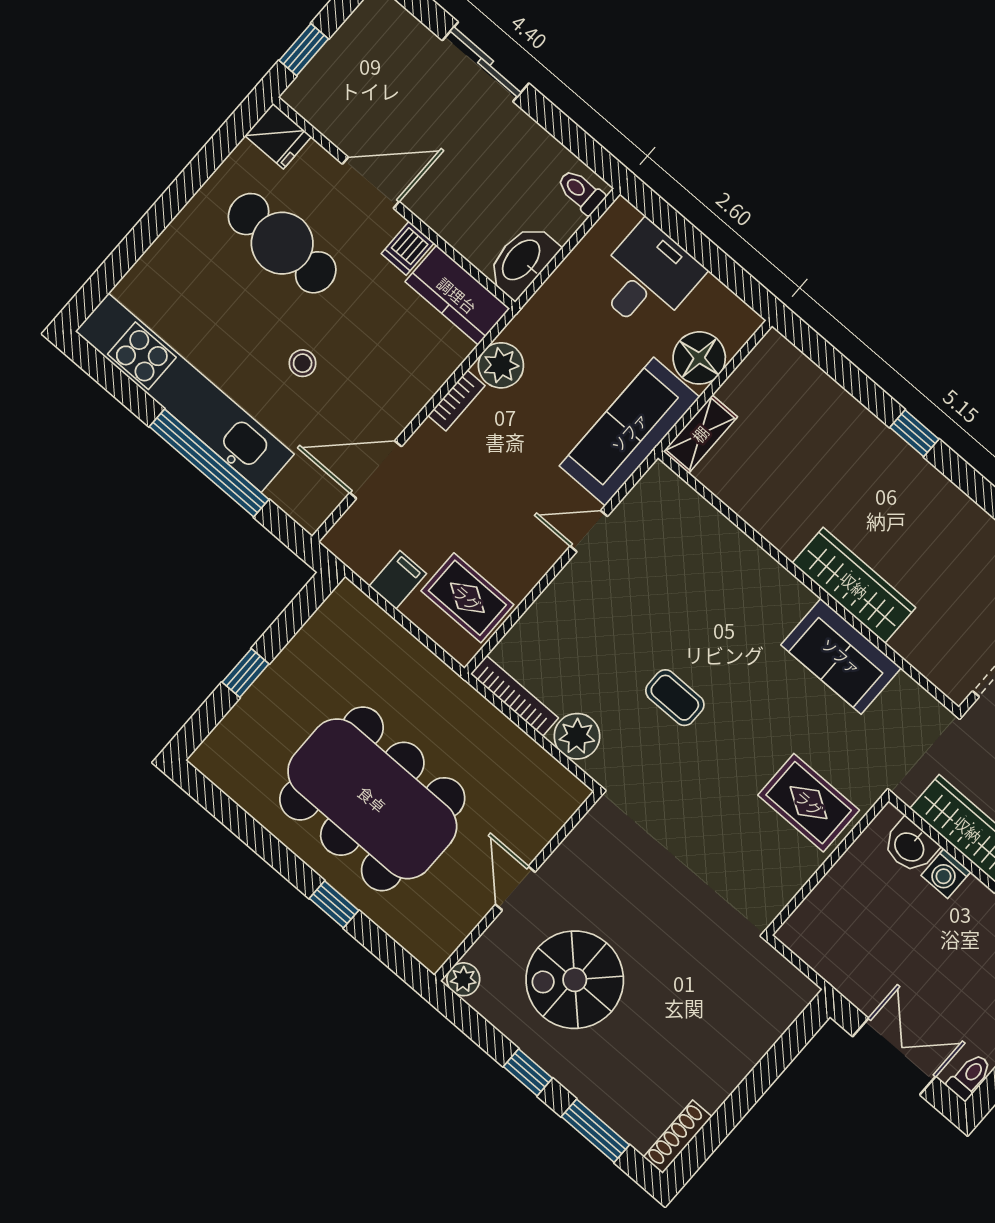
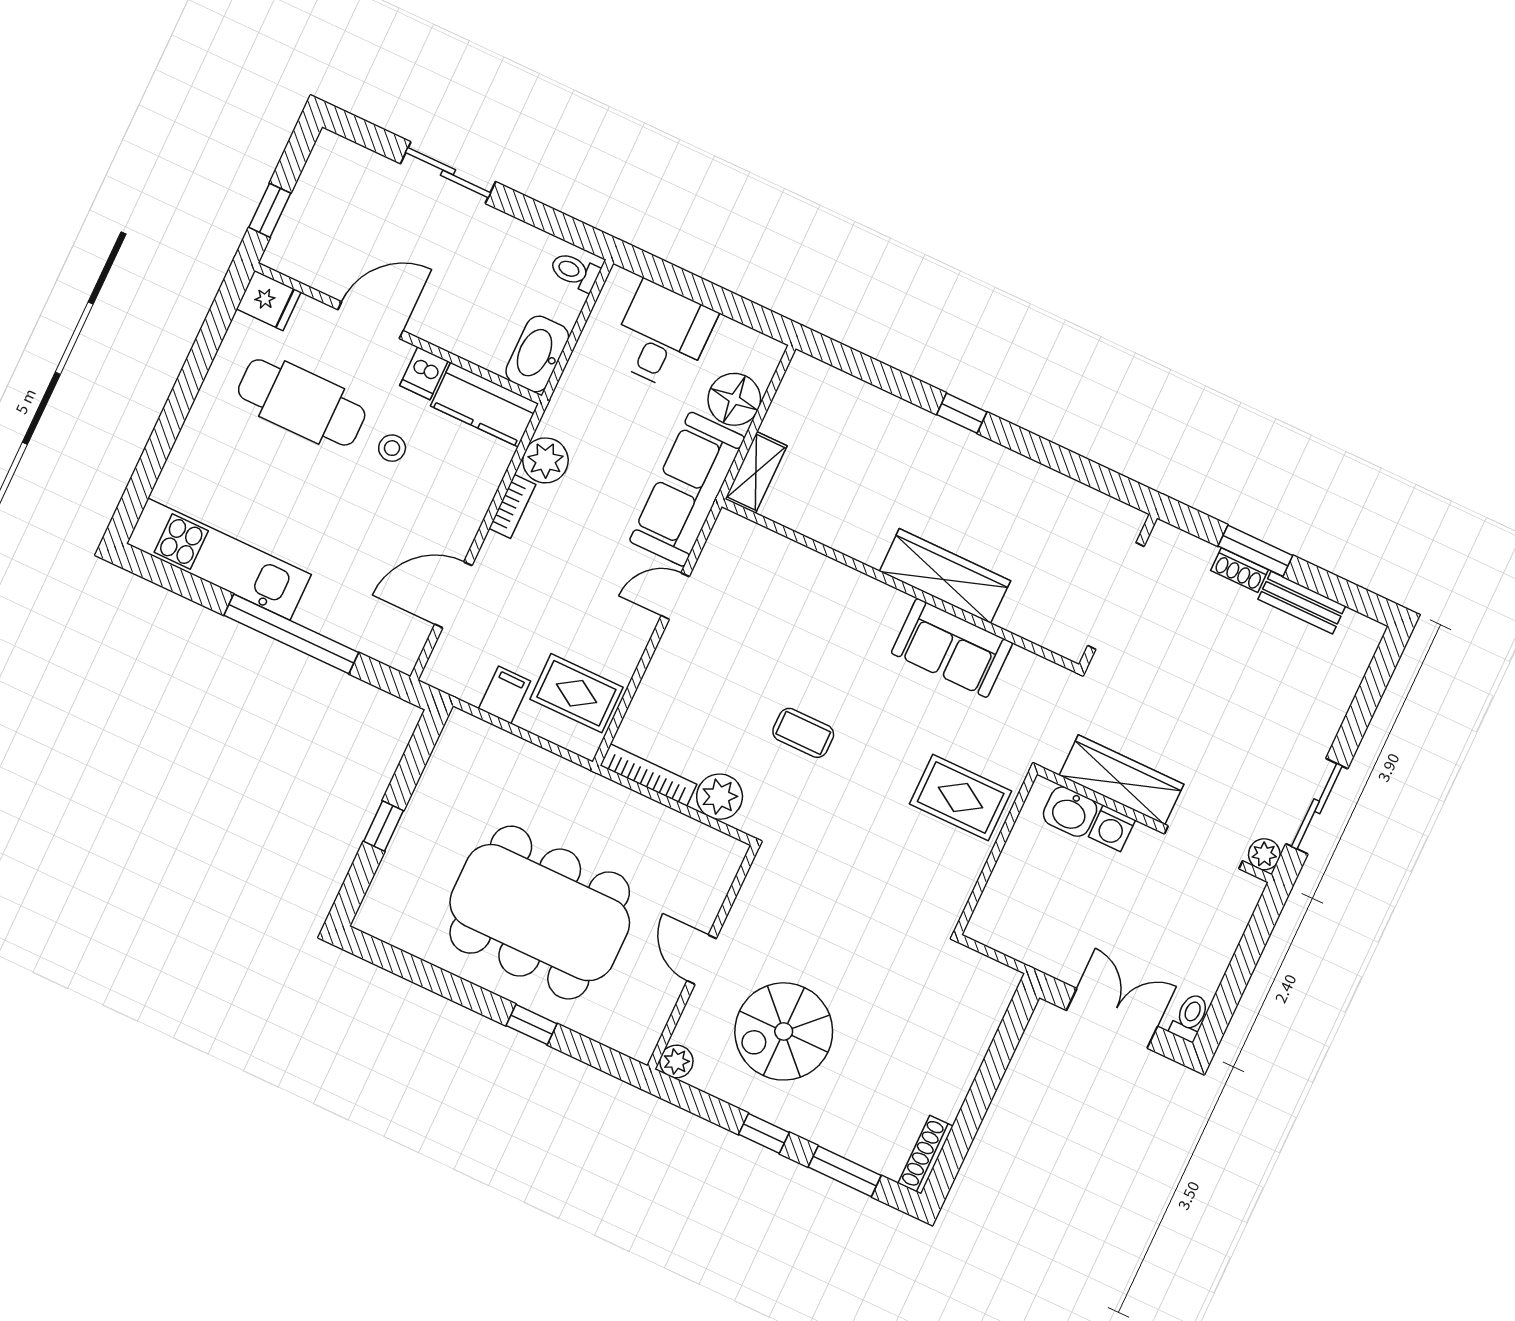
stool: (303, 363) -> (392, 448), moved
kitchen unit: (185, 393) -> (219, 559), width x0.73

